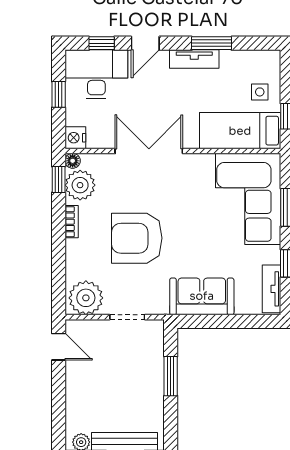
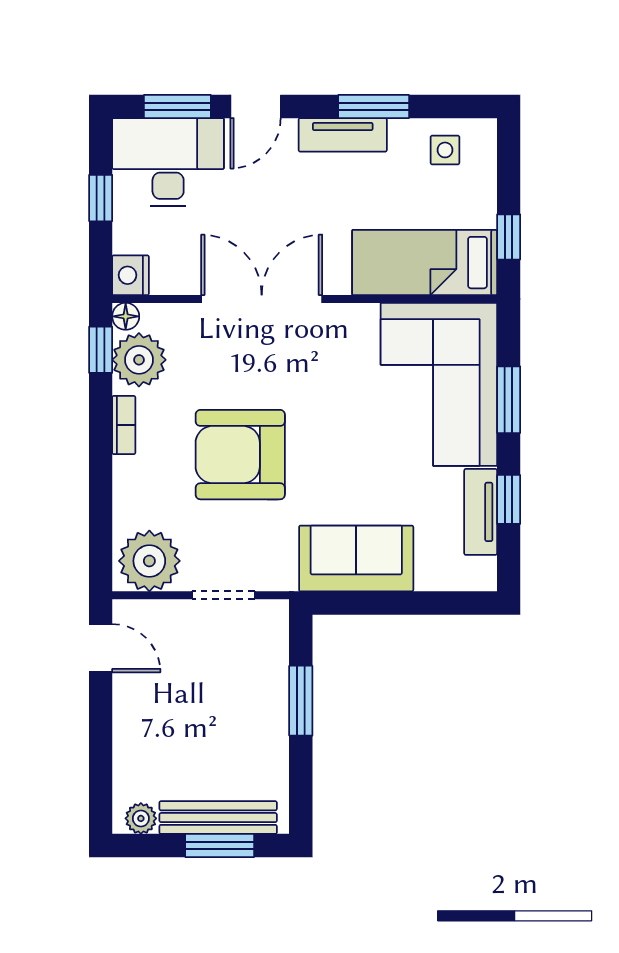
window: (102, 43) -> (177, 107), width x1.50
side table: (260, 92) -> (445, 150), moved
tv unit: (272, 289) -> (481, 512), moved

